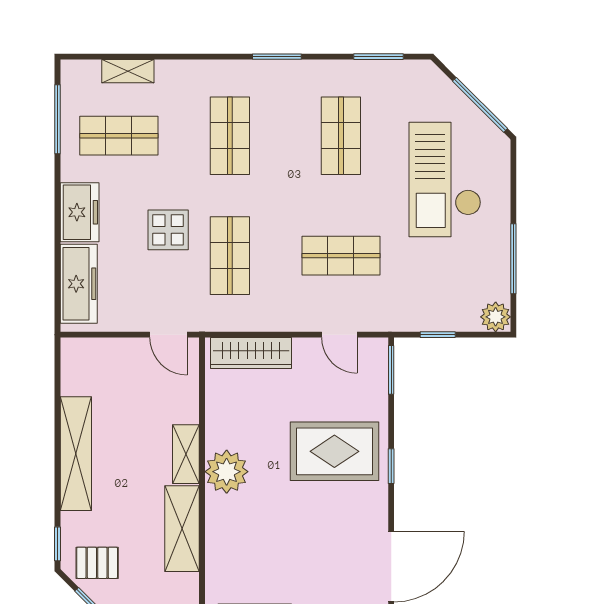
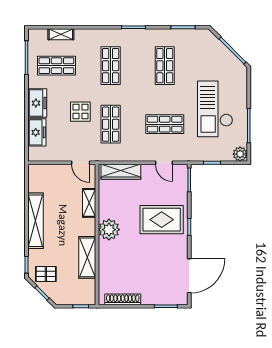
checkout: (445, 179) -> (215, 109), moved
freezer: (79, 284) -> (37, 132), width x0.71
shelving: (186, 454) -> (89, 203), moved

